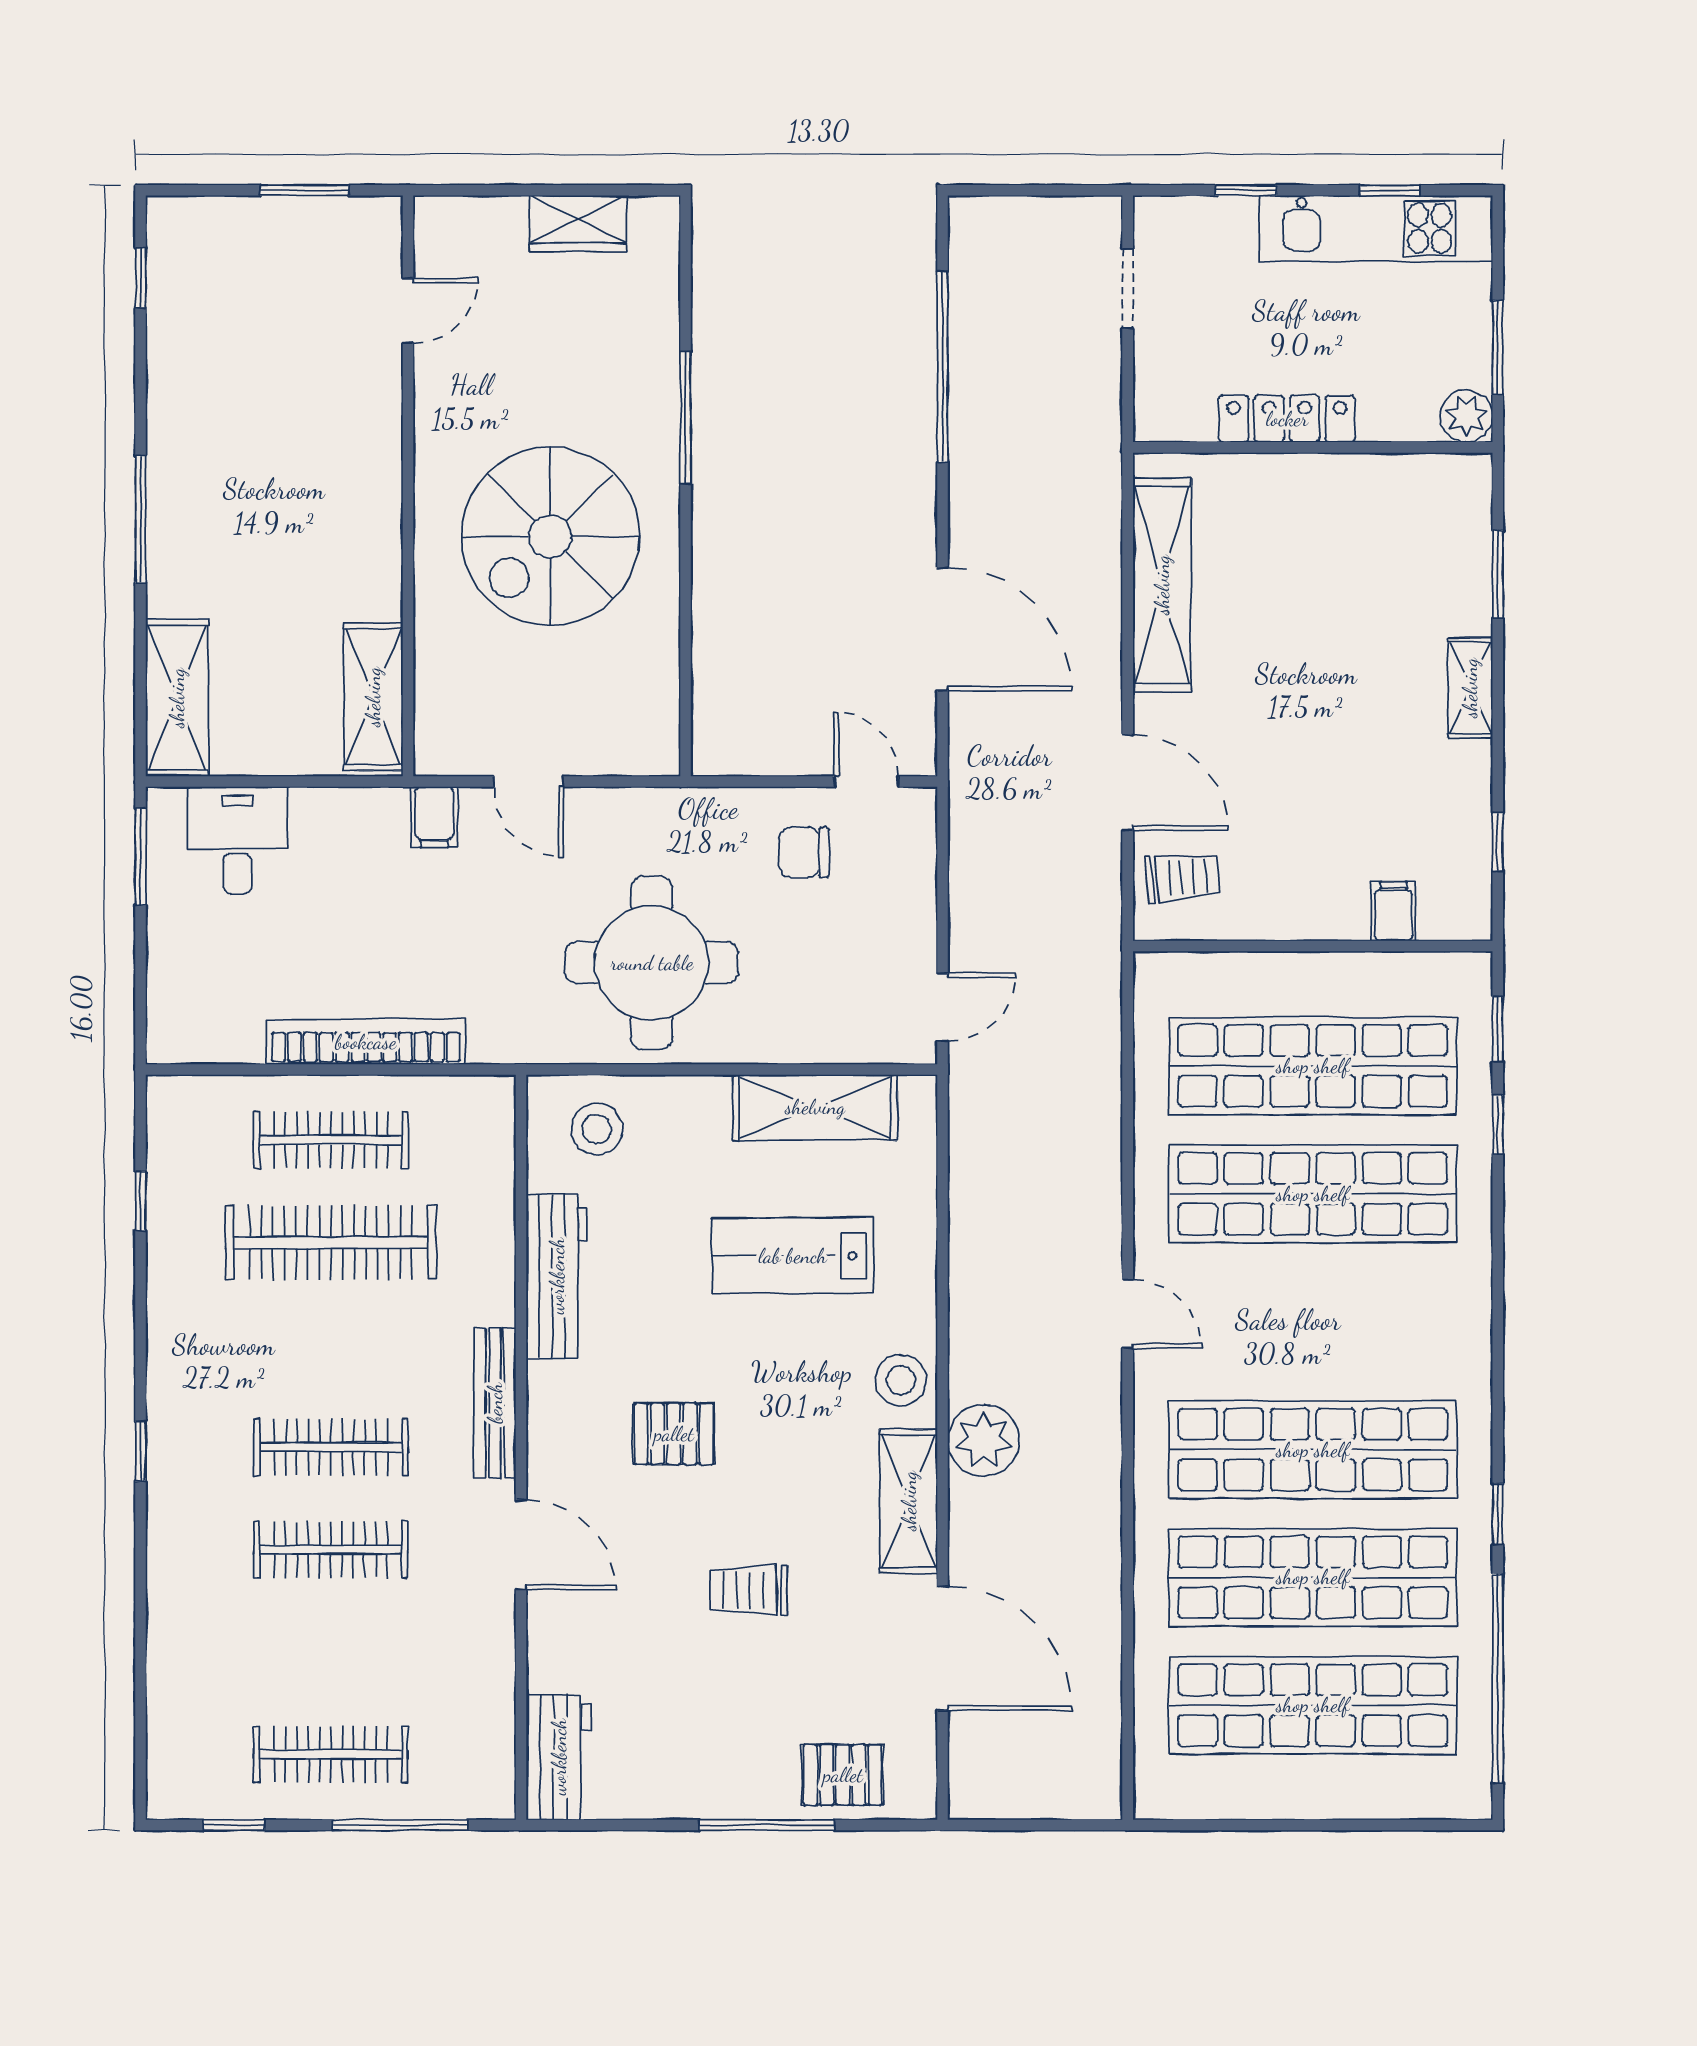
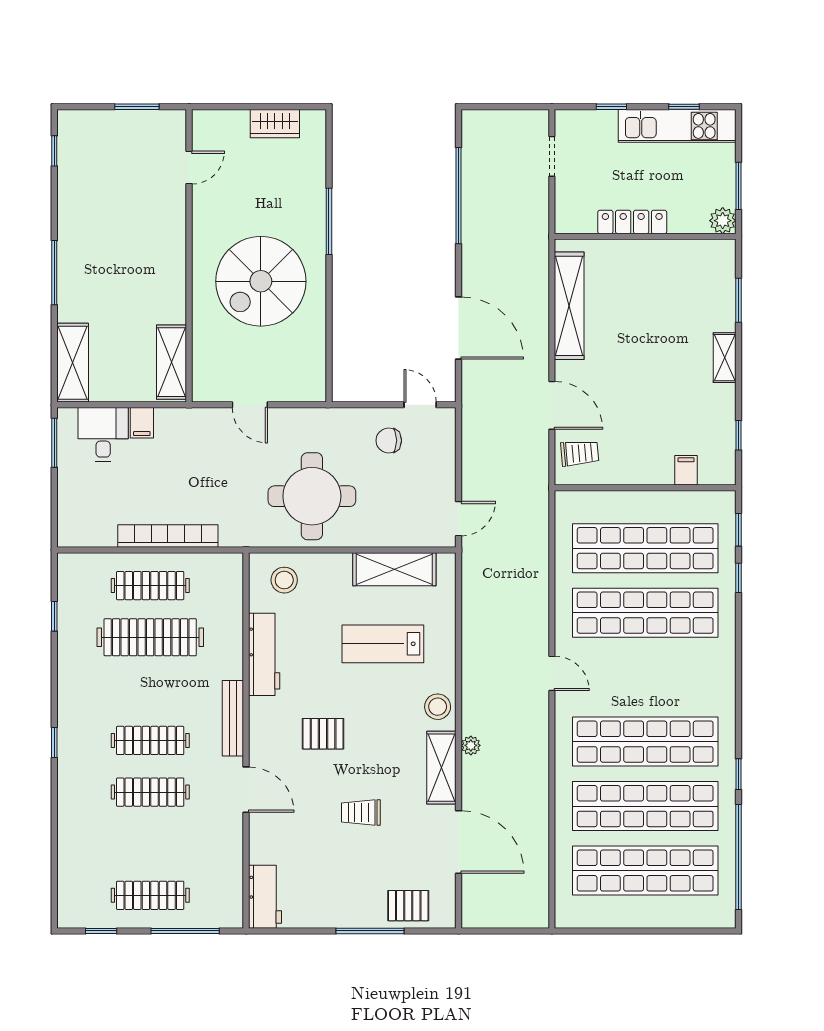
filing cabinet: (434, 817) -> (142, 423), moved
plant: (984, 1440) -> (471, 745), width x0.53, depth x0.53

